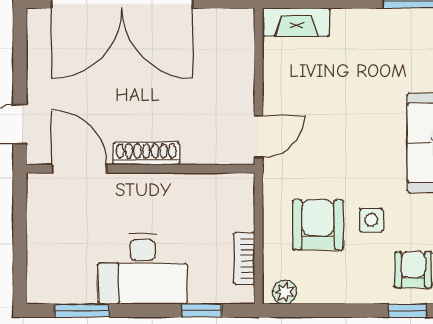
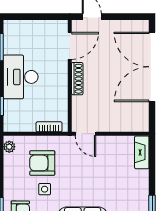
armchair: (318, 225) -> (42, 163), turned 180
bookcase: (244, 258) -> (49, 127), moved

